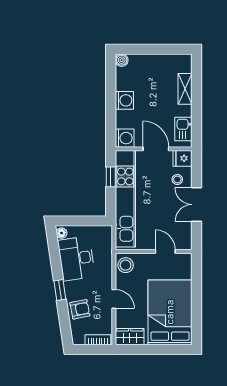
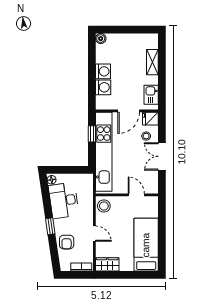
washing machine: (125, 138) -> (103, 87), moved
door: (156, 149) -> (129, 111), swing flipped
armchair: (80, 309) -> (67, 242), turned 101
bed: (170, 312) -> (146, 245), width x0.67

